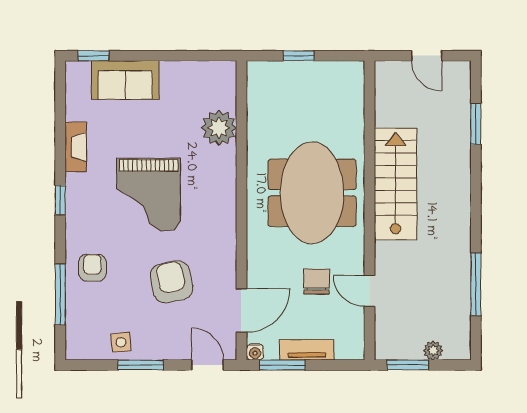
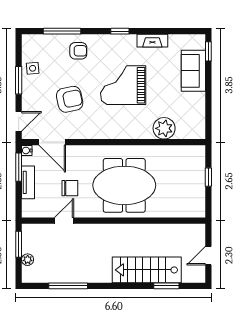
stairs: (395, 184) -> (147, 270), moved, turned 180

